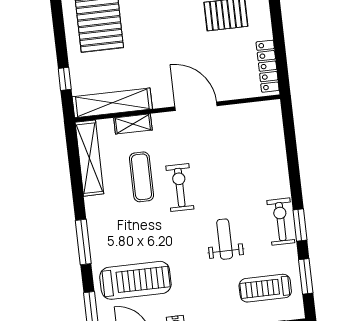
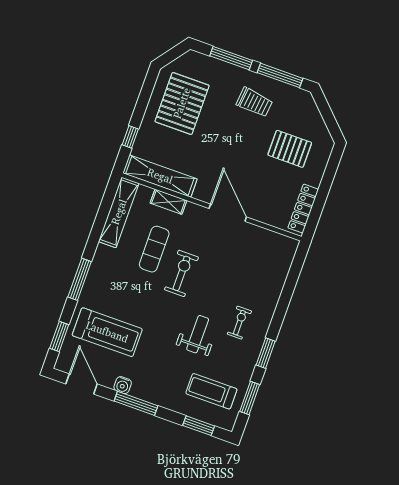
exercise bike: (281, 222) -> (239, 323), moved, width x0.73, depth x0.72

